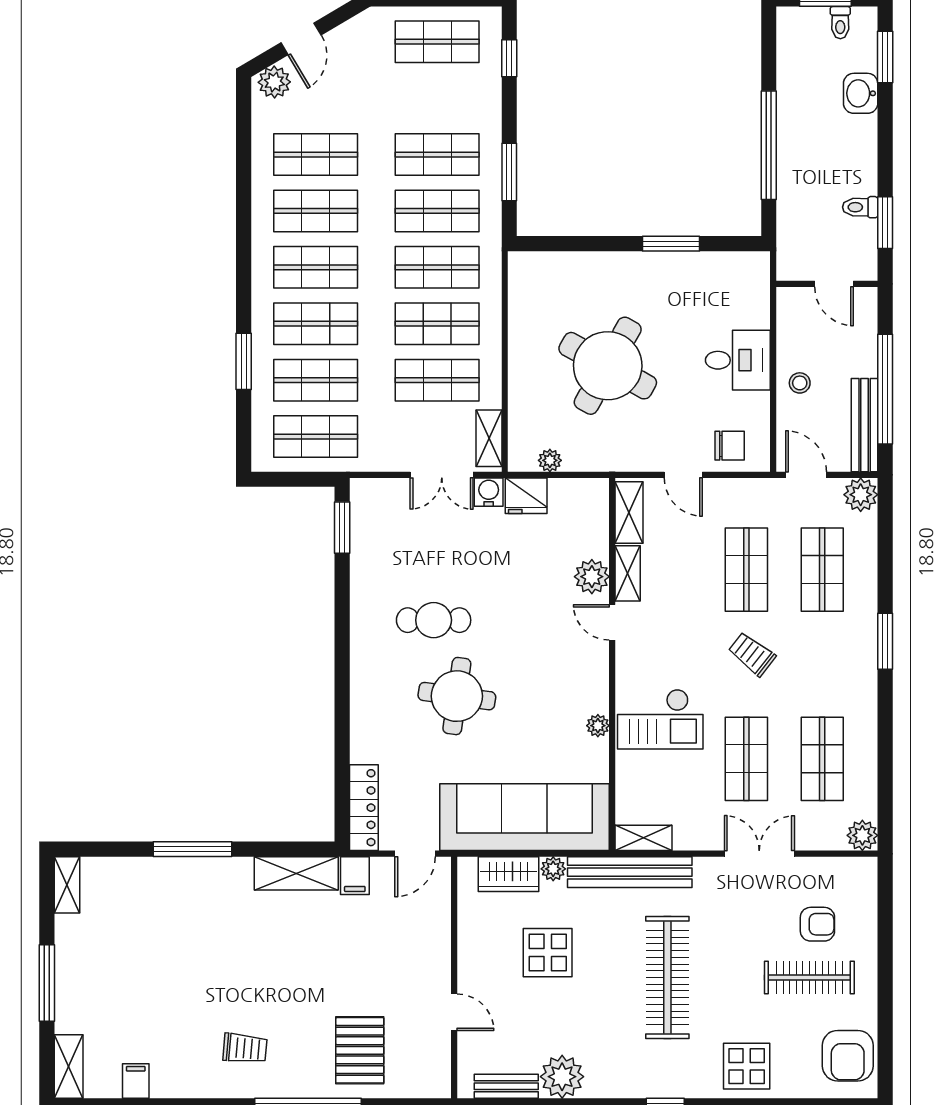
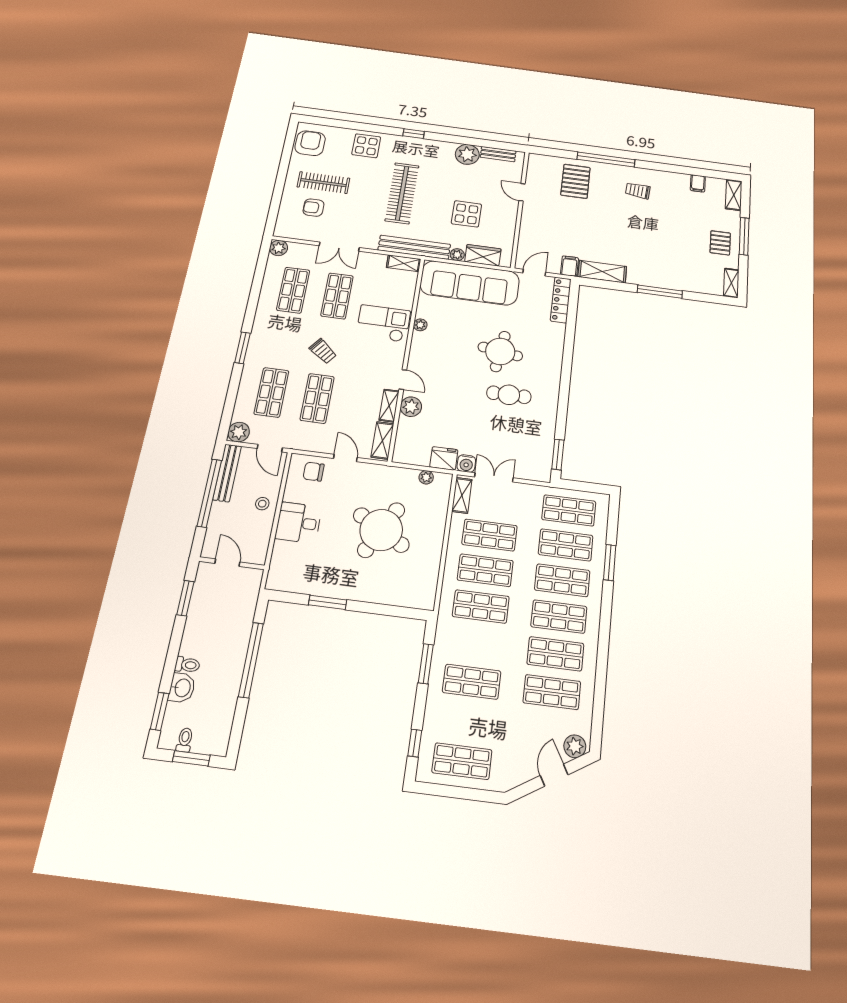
toilet: (860, 207) -> (187, 665), moved
shop shelf: (437, 211) -> (476, 644), removed
pallet: (90, 963) -> (720, 243), added

